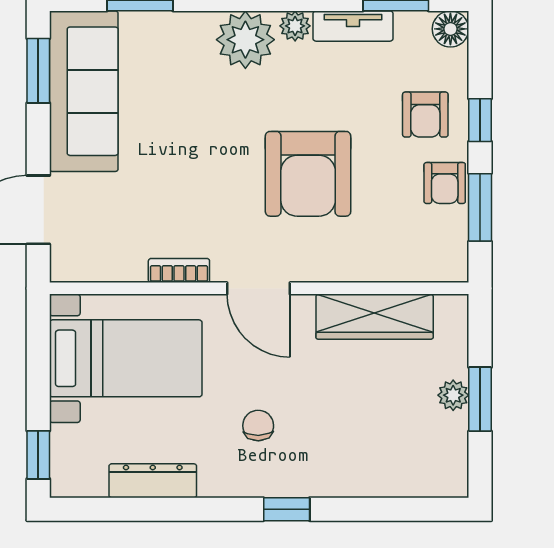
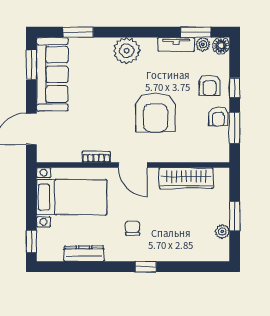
plant: (295, 26) -> (203, 44), moved
plant: (453, 395) -> (222, 232), moved

